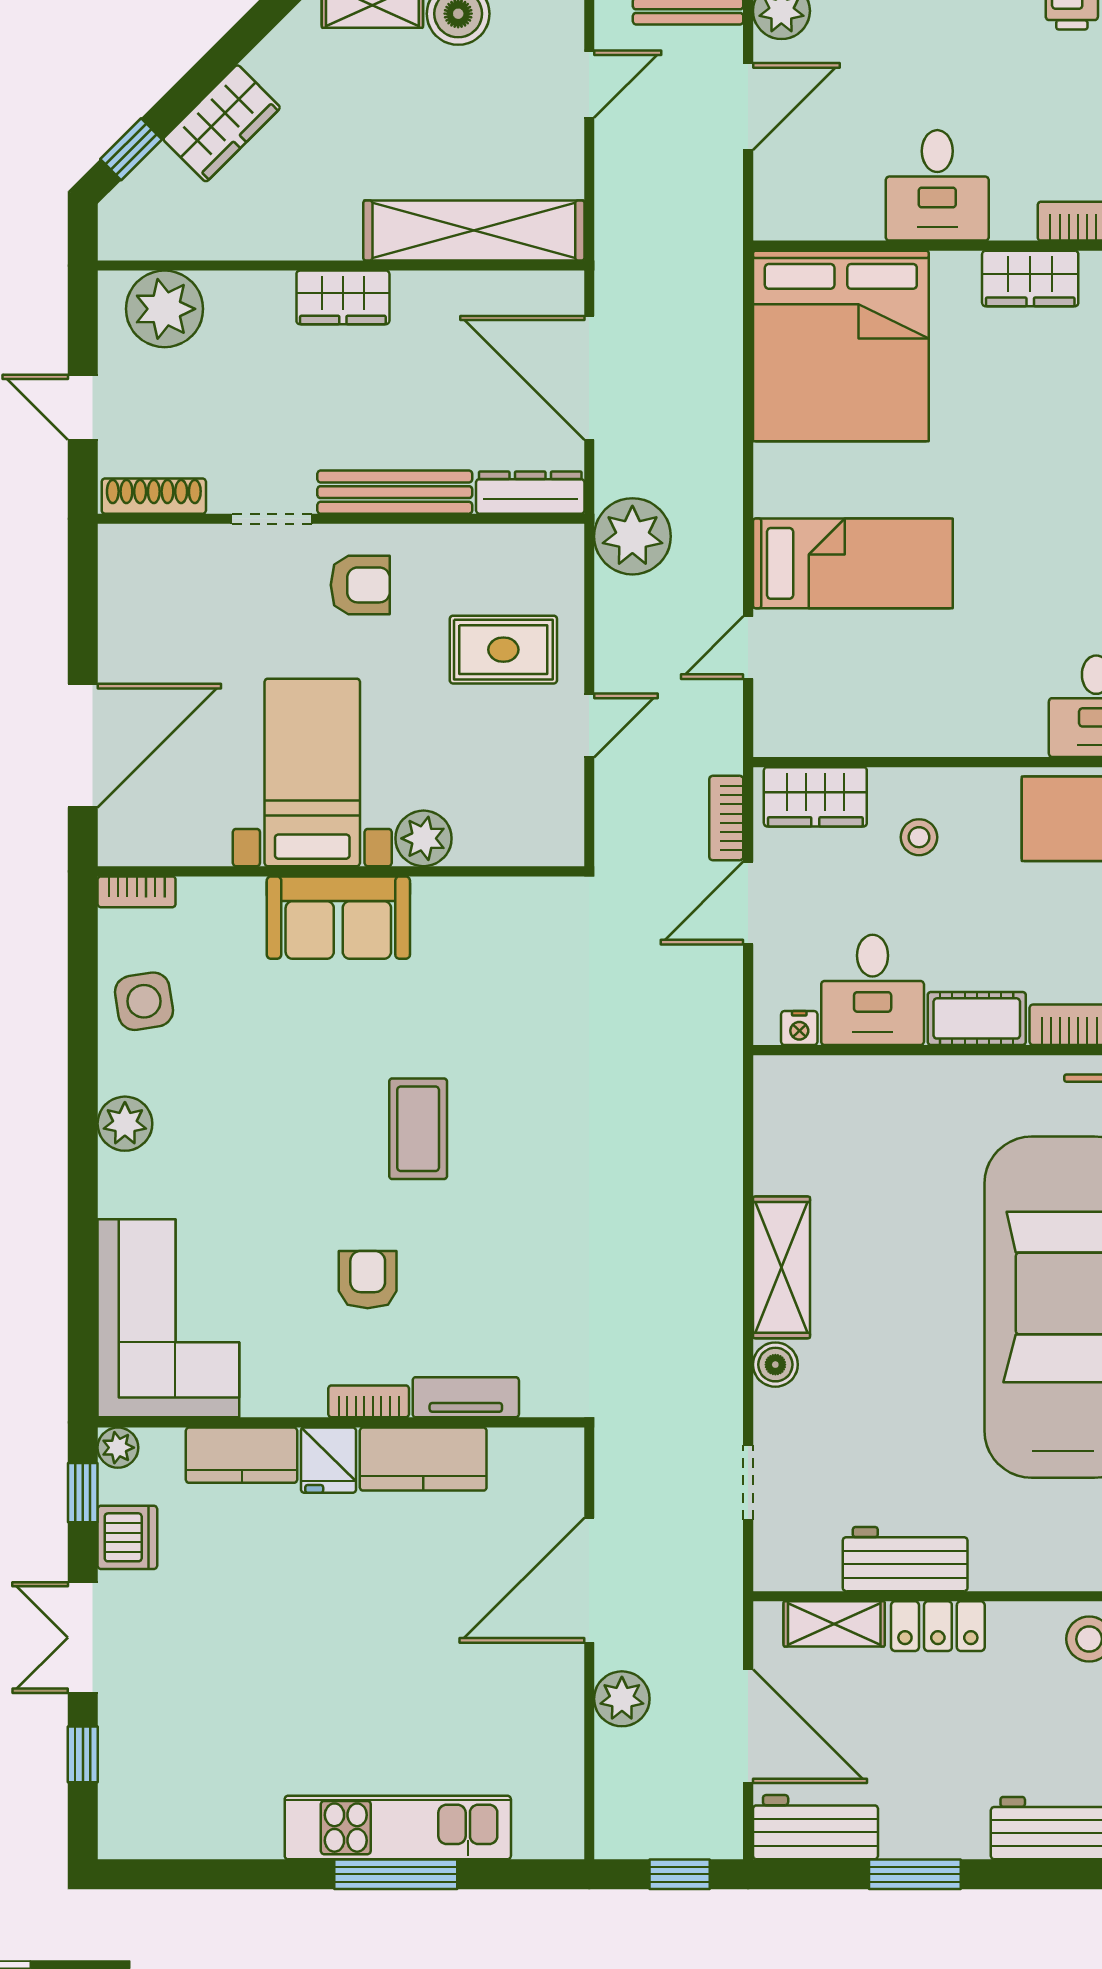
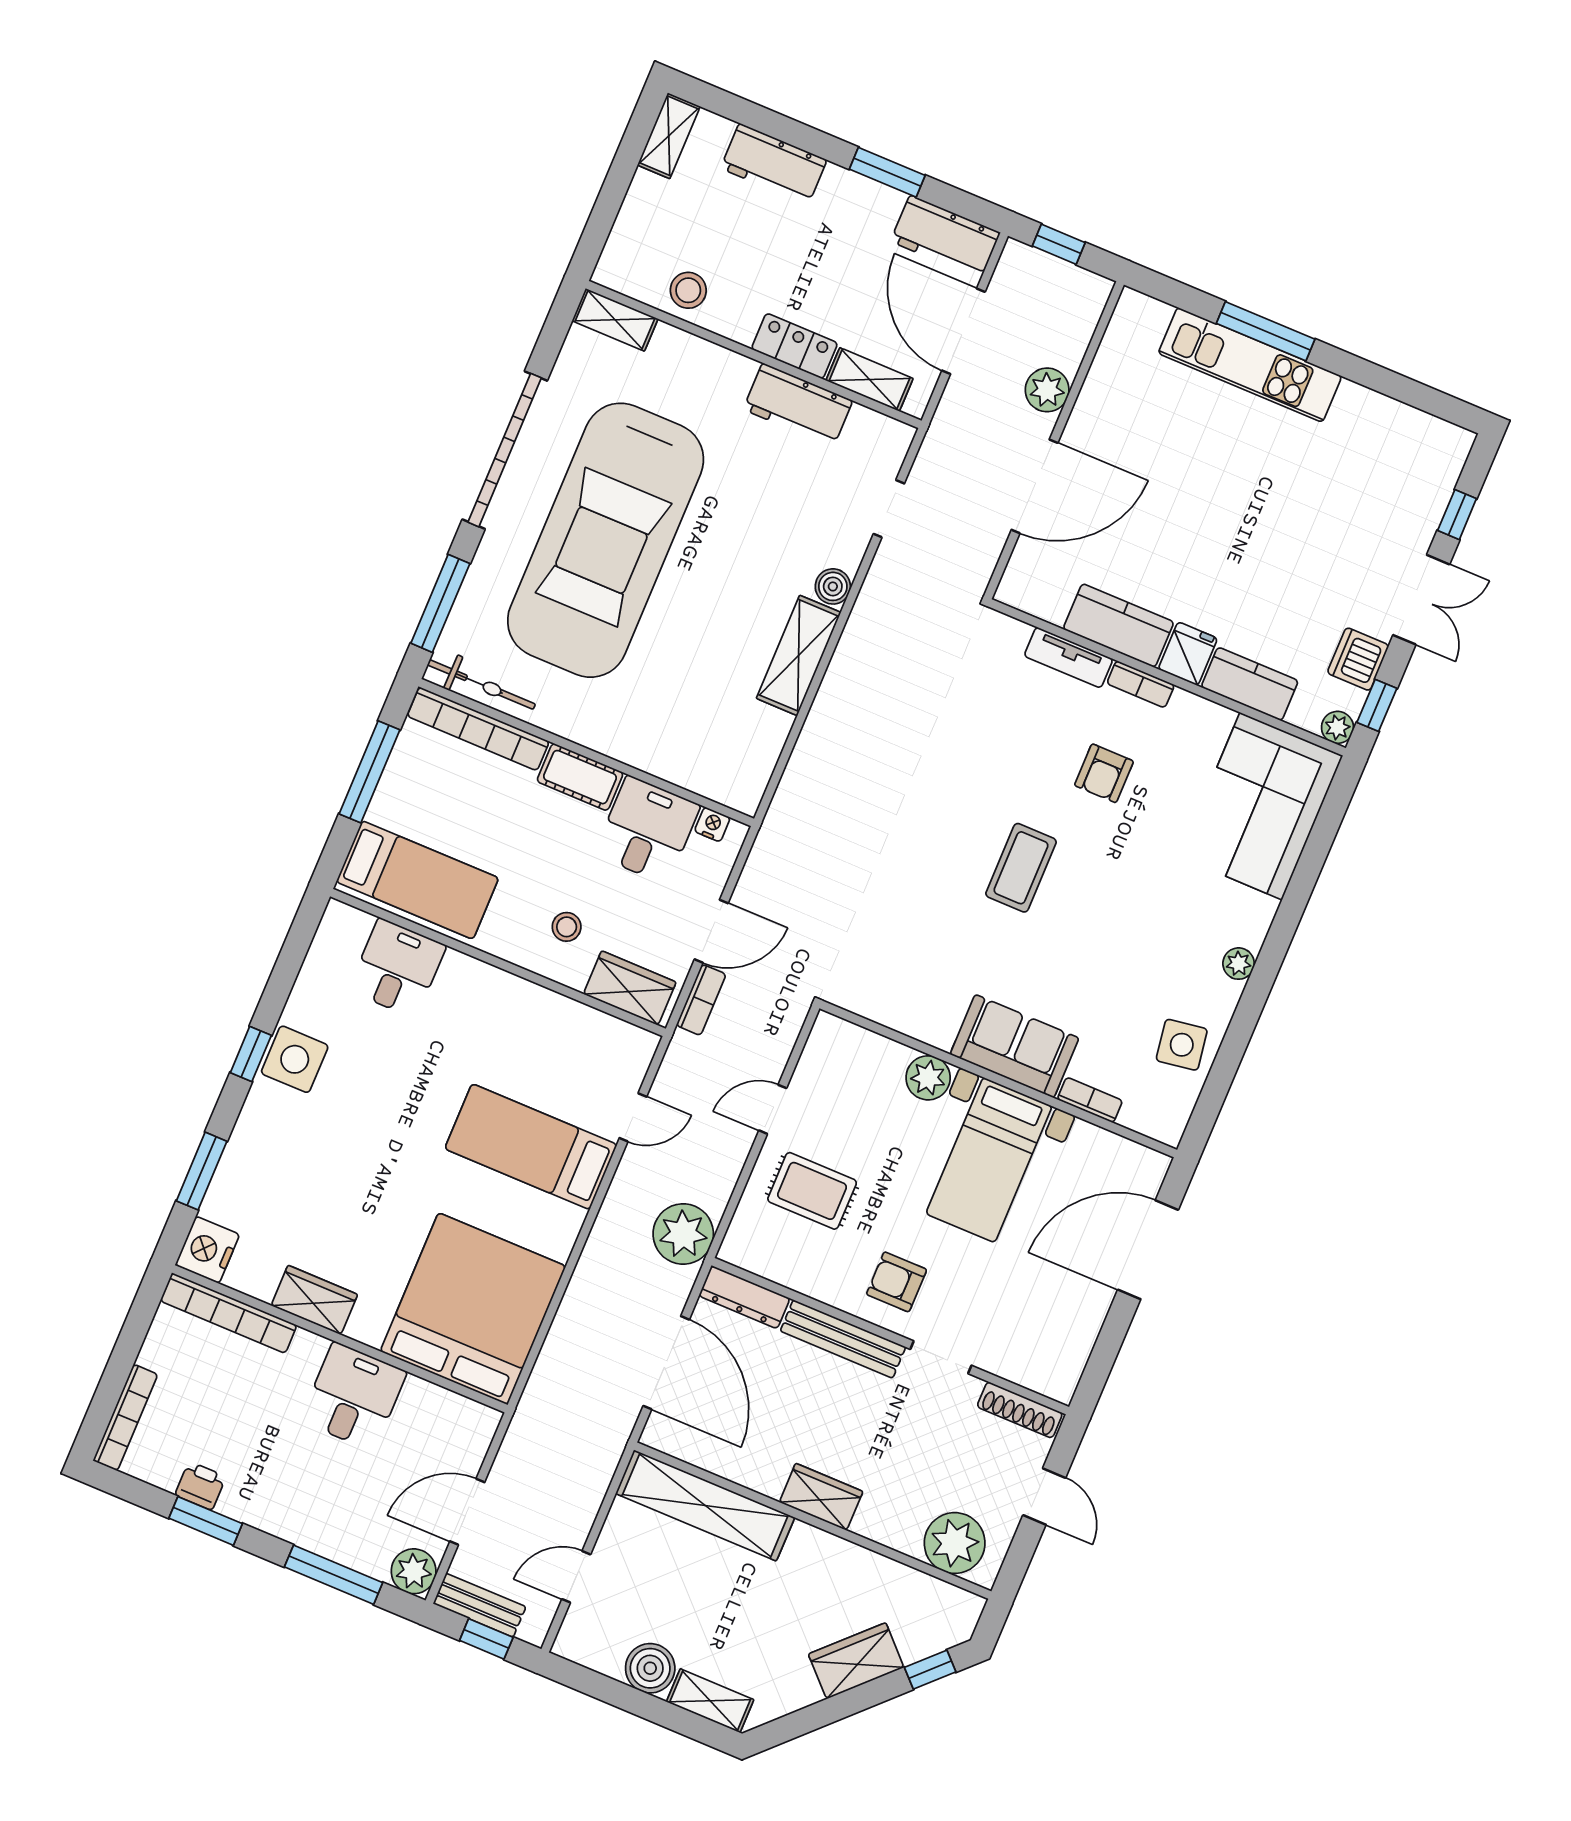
bookcase: (137, 892) -> (1090, 1100), moved
plant: (125, 1124) -> (1239, 964), width x0.73, depth x0.73

